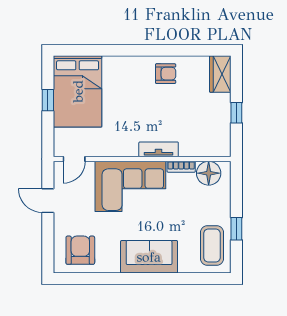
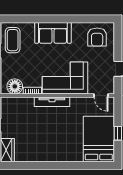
armchair: (166, 74) -> (42, 150), removed
tv unit: (159, 149) -> (52, 102), width x1.41
door: (74, 159) -> (101, 96), swing flipped

